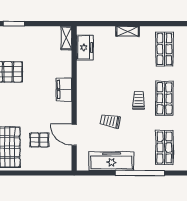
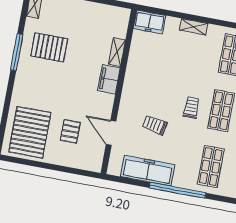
shelving: (66, 38) -> (117, 52), moved
freezer: (85, 48) -> (149, 22), moved, turned 90
pallet: (39, 140) -> (70, 131), turned 90

